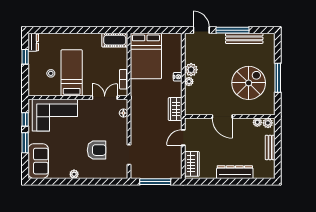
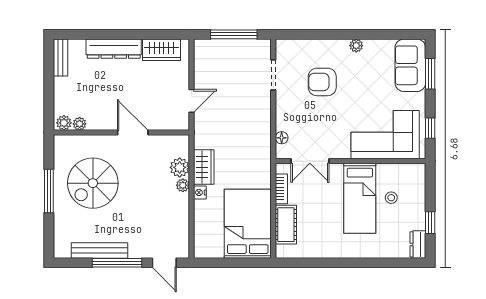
cot: (115, 40) -> (286, 225), moved, turned 90
plant: (191, 70) -> (180, 167), moved
wardrobe: (175, 109) -> (204, 167), moved
window: (25, 143) -> (430, 74), moved
bench: (270, 147) -> (60, 57), moved
wardrobe: (192, 164) -> (161, 50), moved, turned -90

